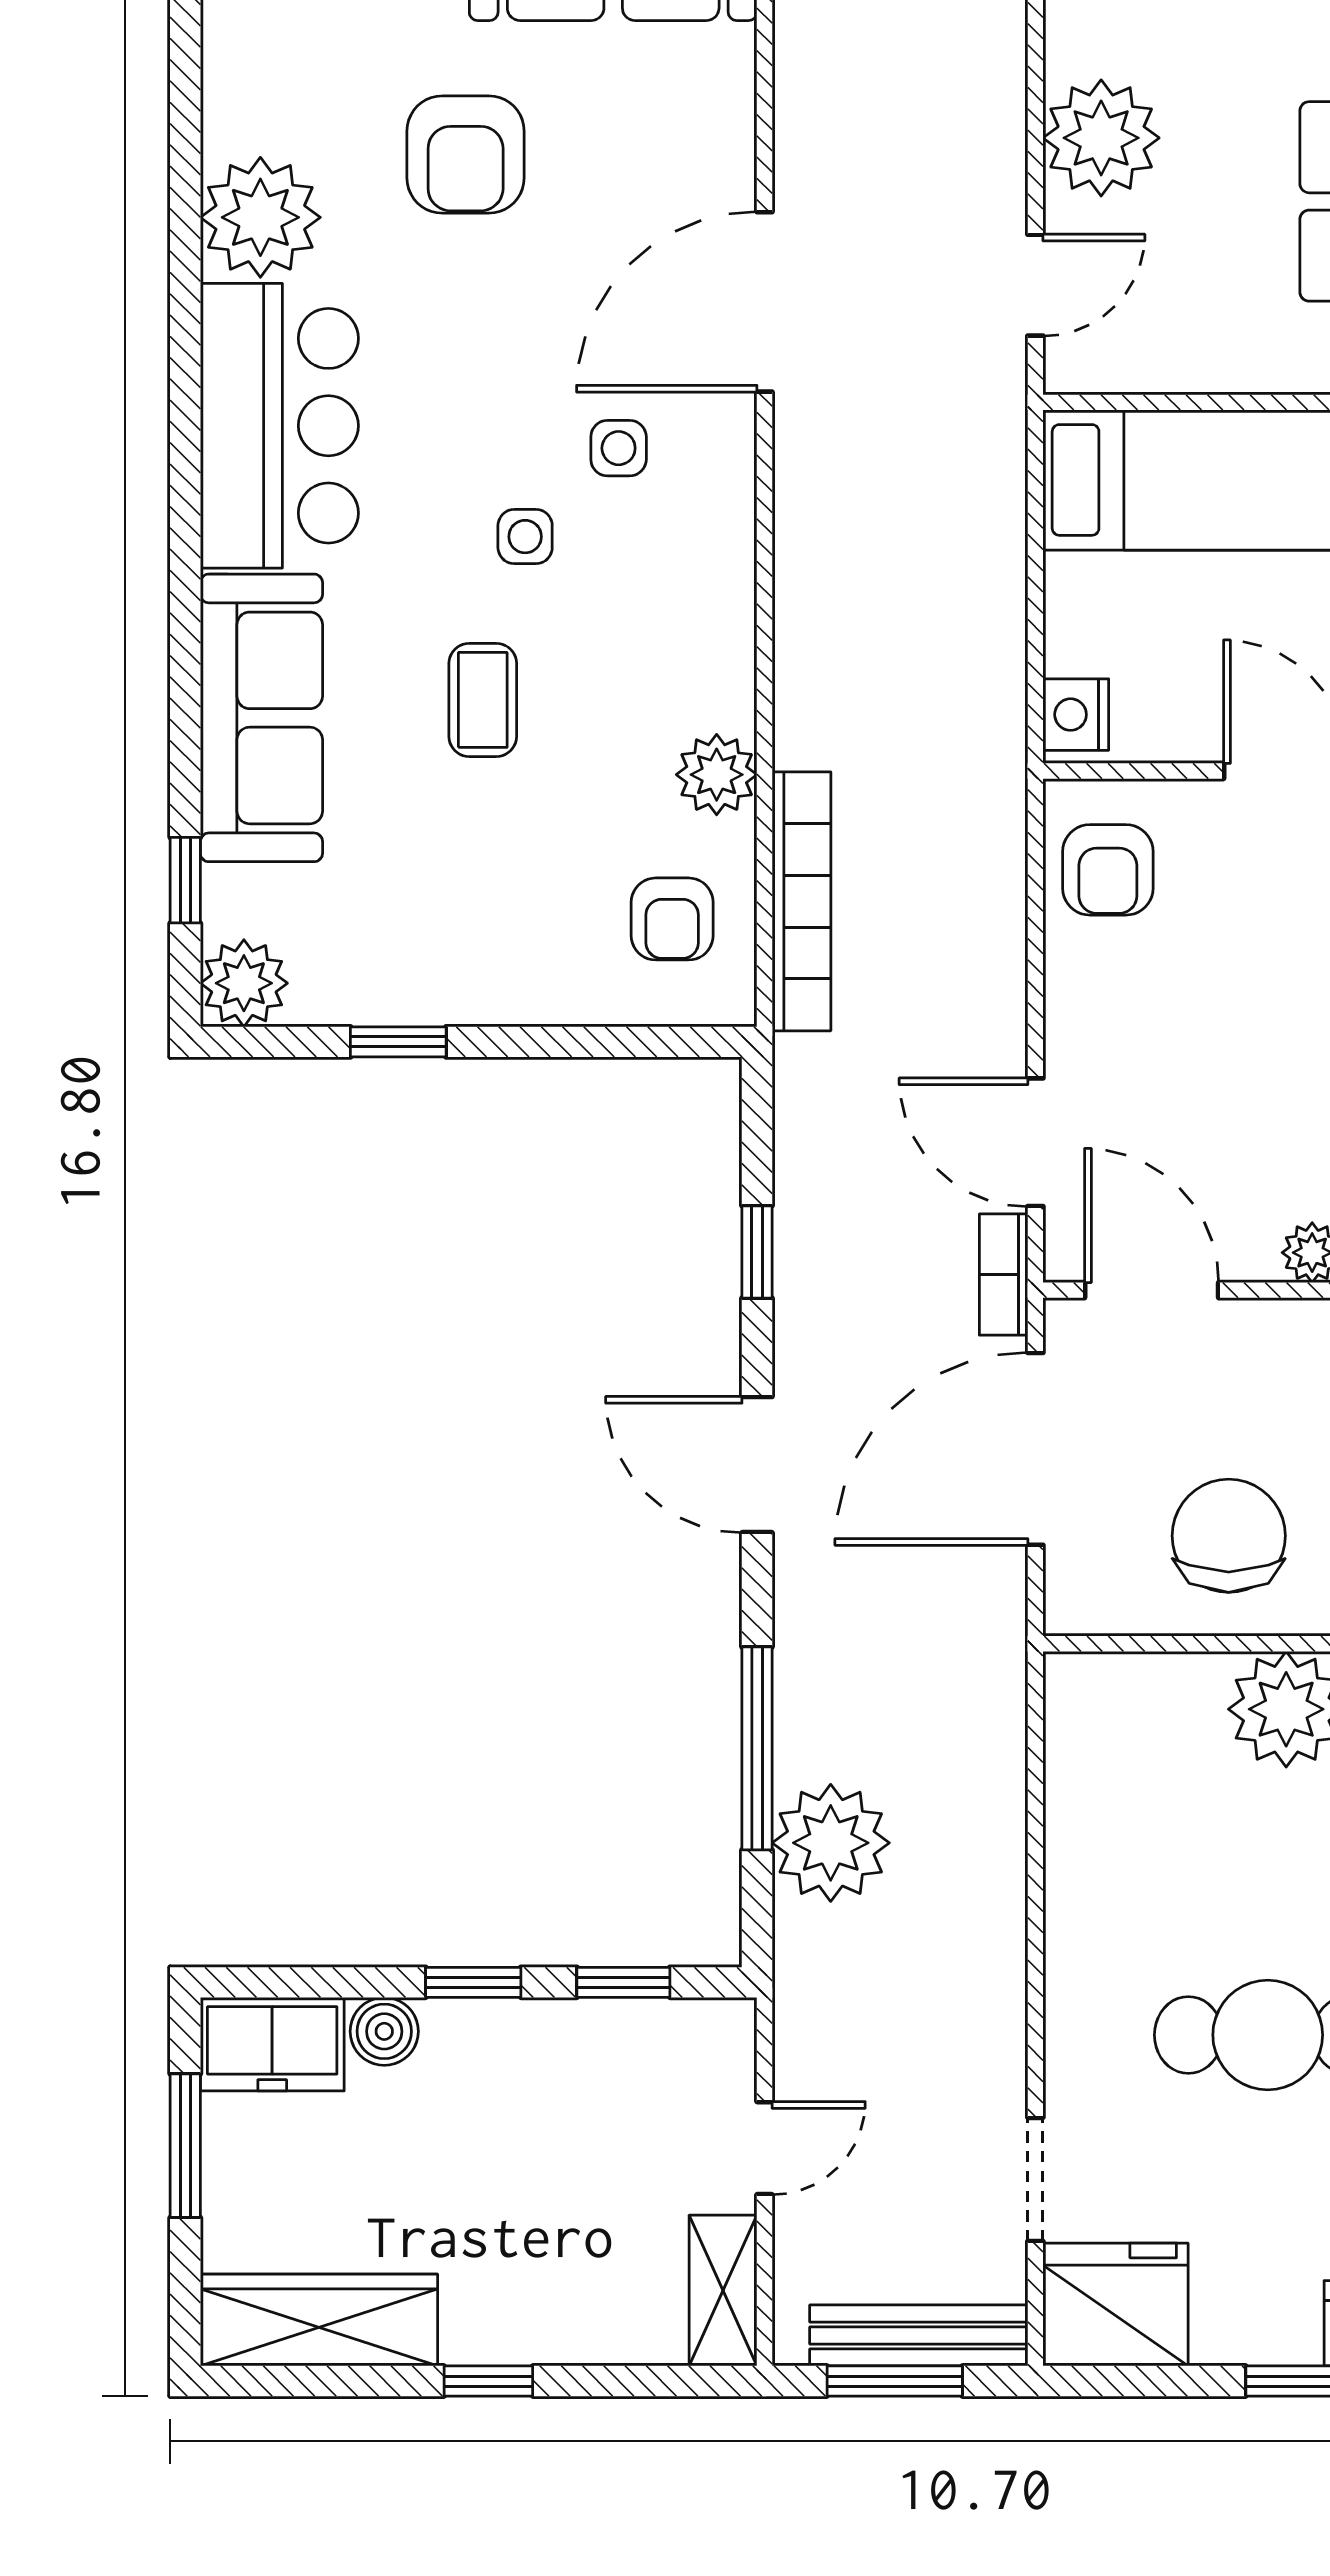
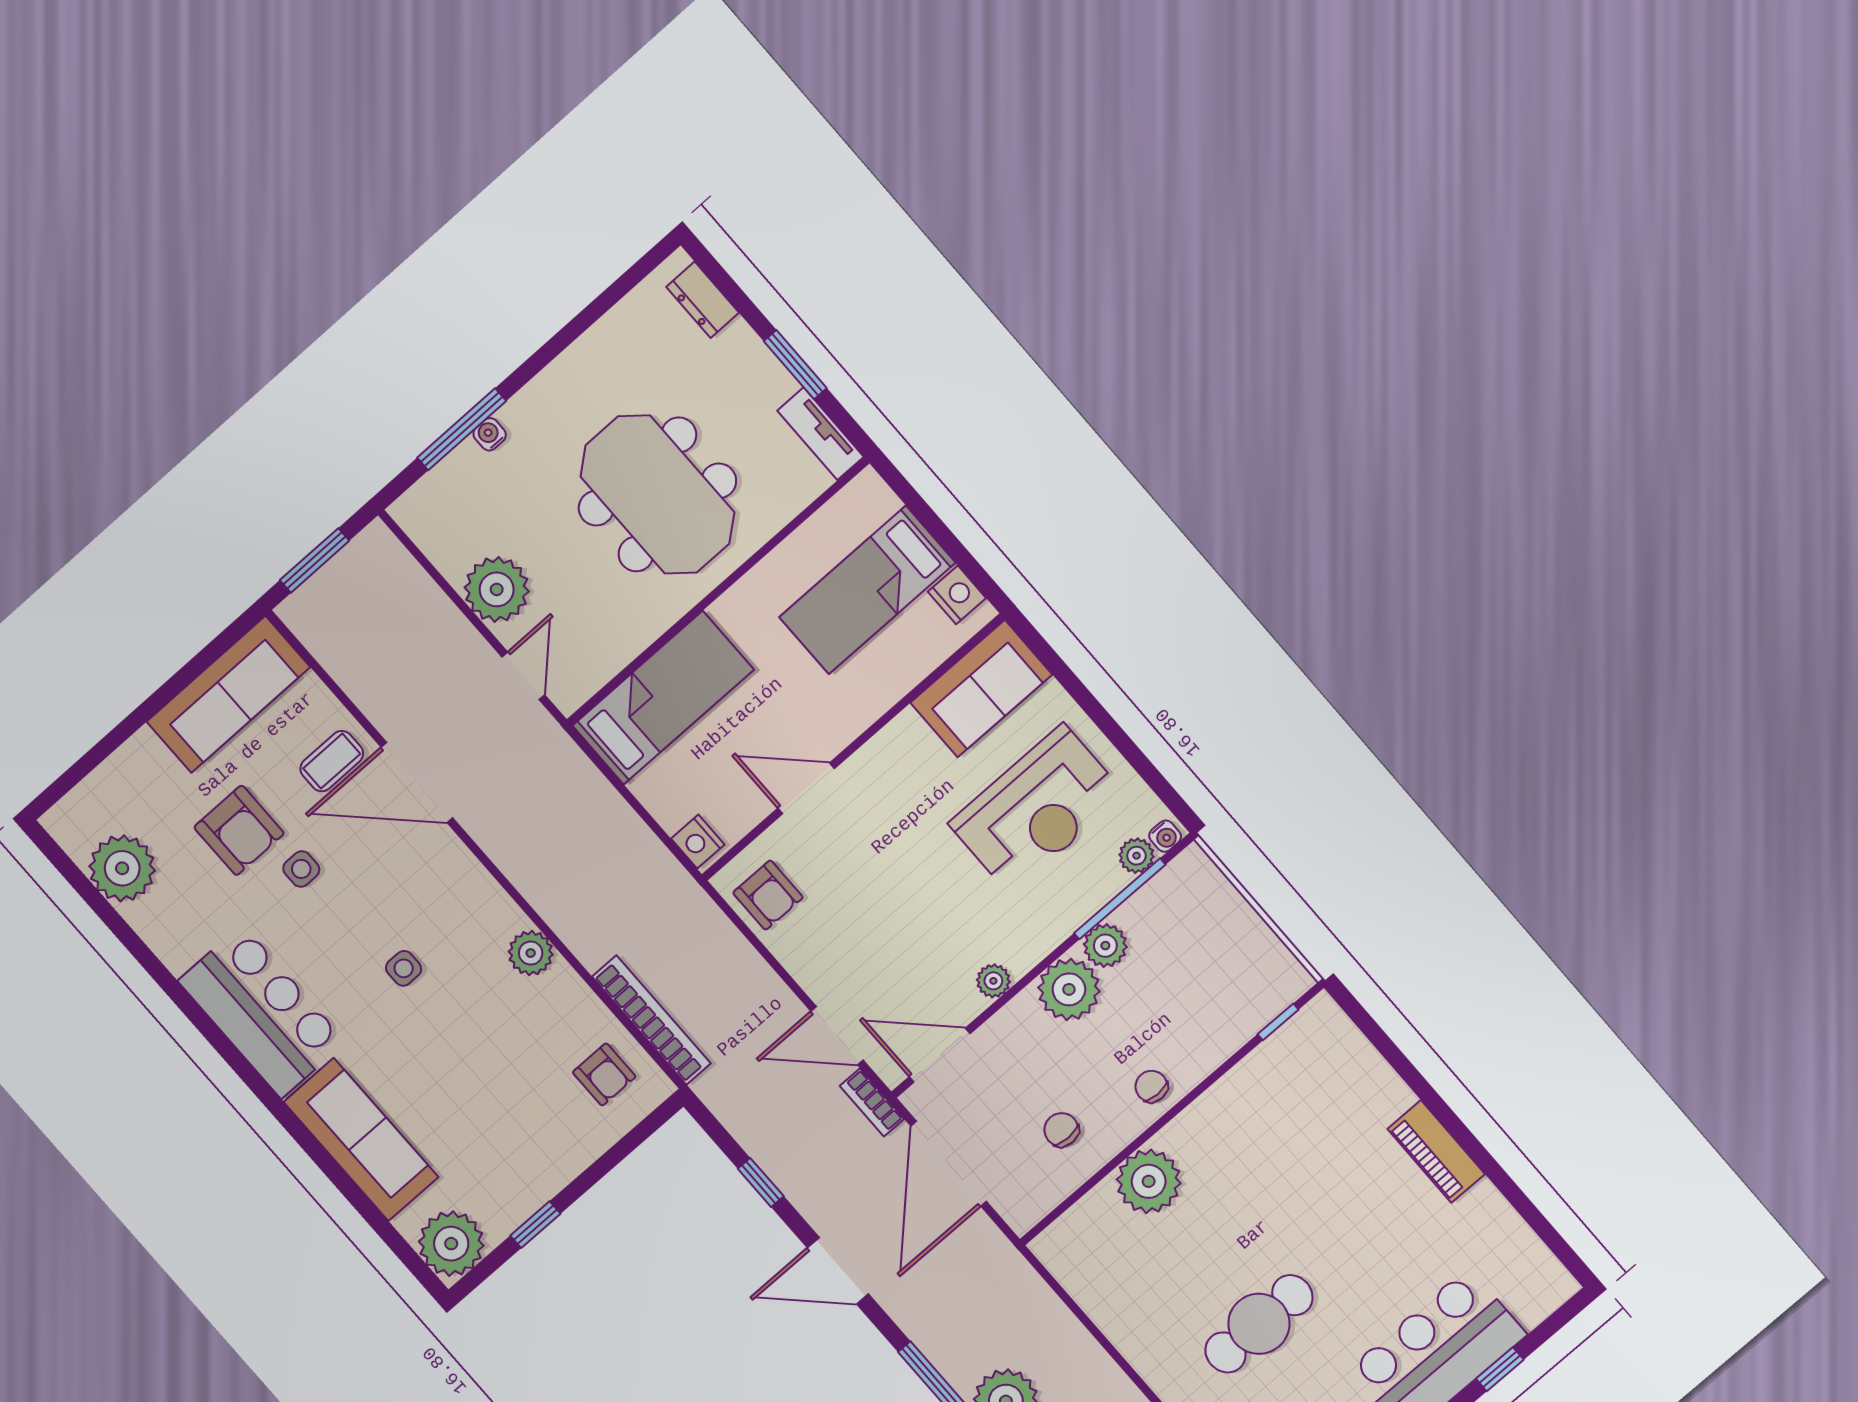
plant: (260, 217) -> (122, 868), moved
door: (765, 302) -> (417, 783), hinge flipped
side table: (619, 448) -> (301, 869), moved
coffee table: (483, 700) -> (332, 761), moved, turned 90
plant: (717, 775) -> (531, 953), moved
window: (185, 880) -> (389, 1234), removed
plant: (244, 983) -> (451, 1244), width x1.36, depth x1.36
chair: (1229, 1536) -> (1061, 1130), width x0.54, depth x0.54

